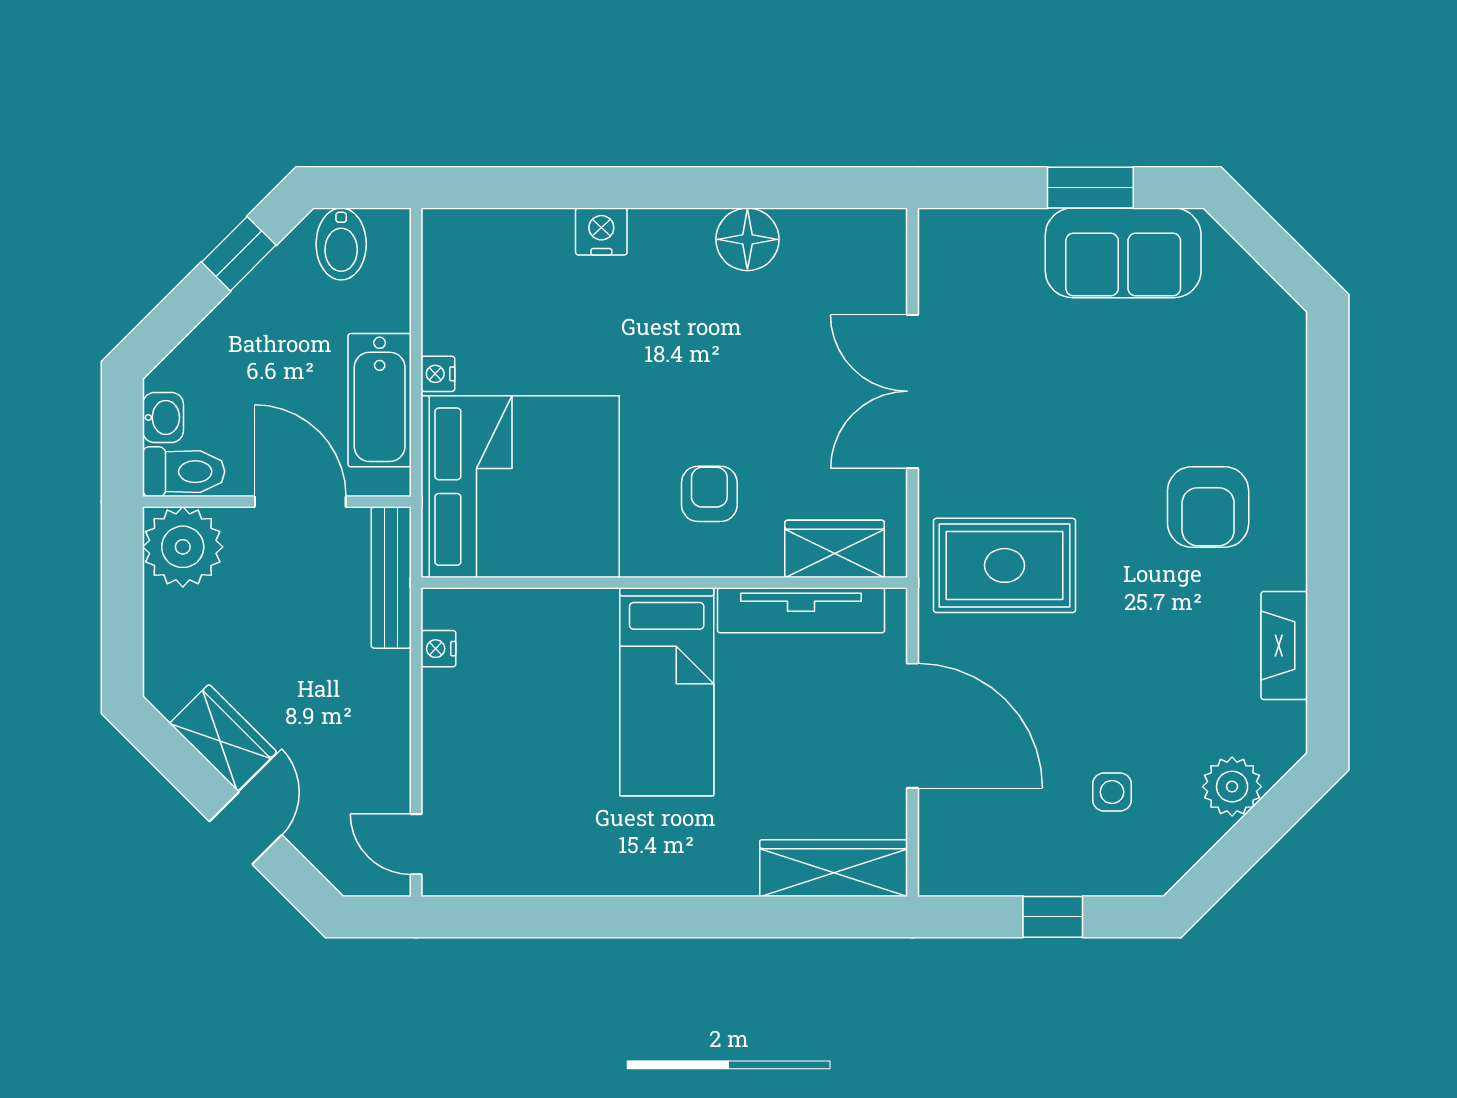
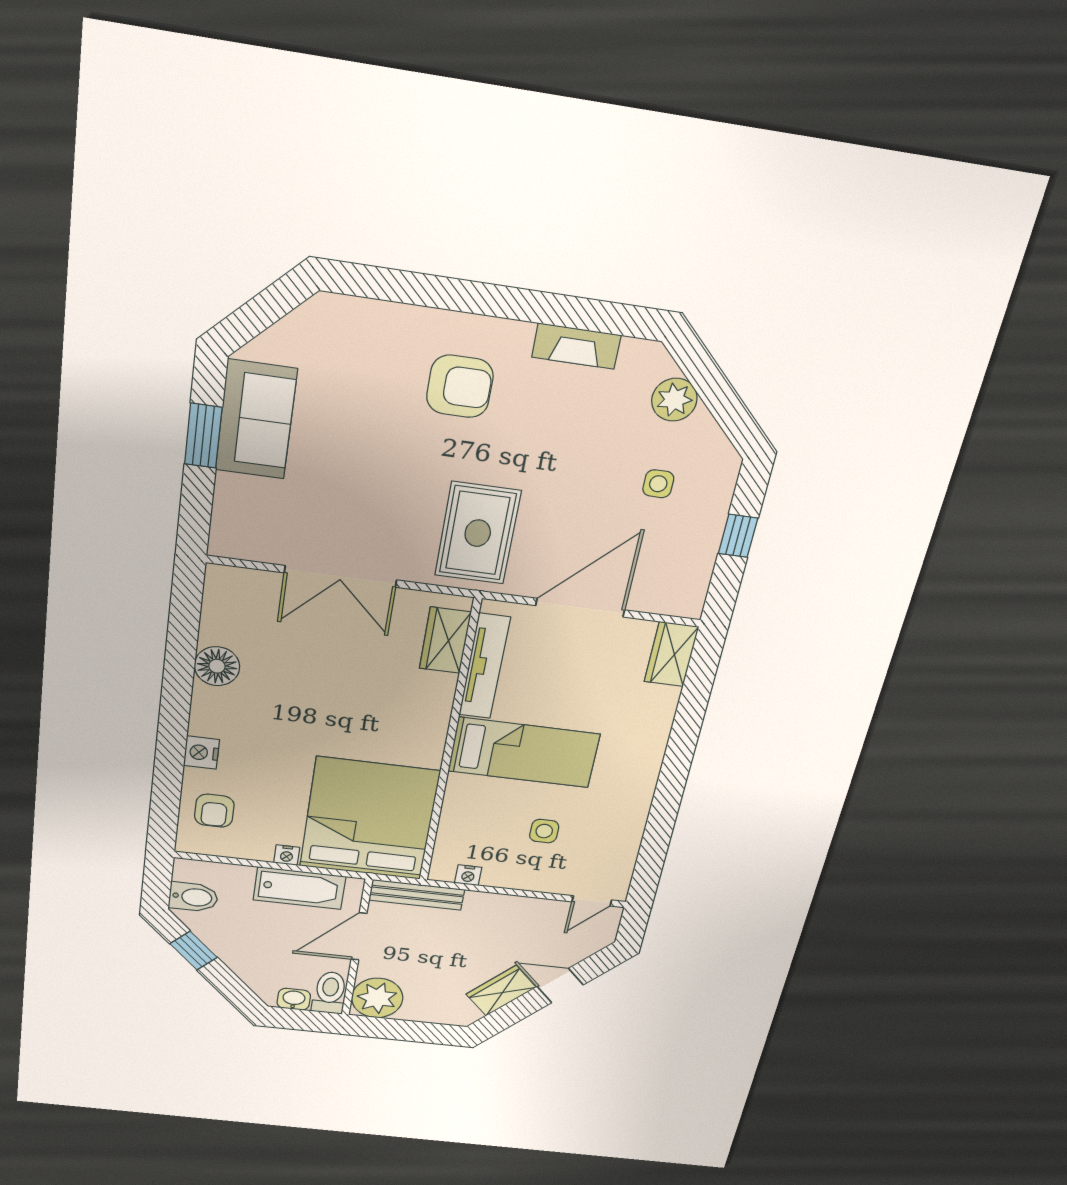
armchair: (709, 494) -> (214, 811), moved, turned -90
side table: (534, 747) -> (544, 831), added
wardrobe: (834, 868) -> (671, 654), width x0.67

